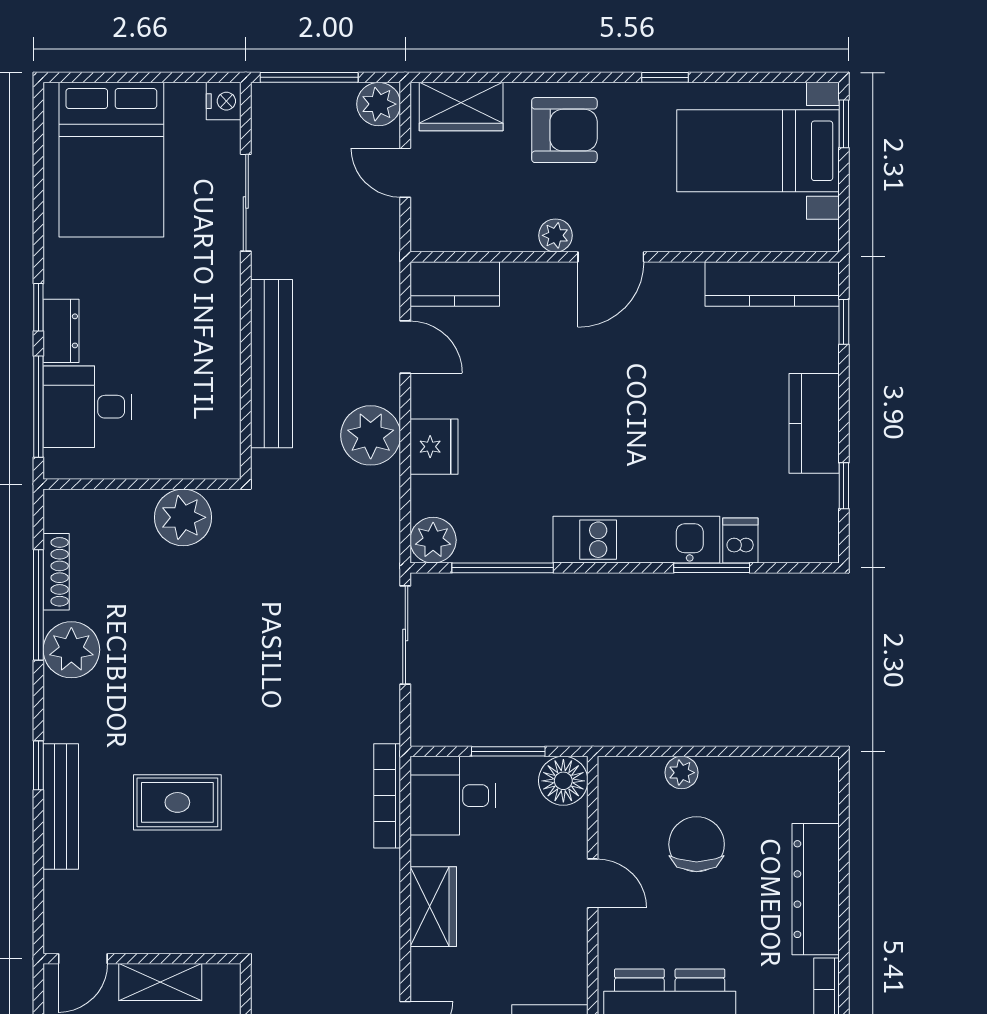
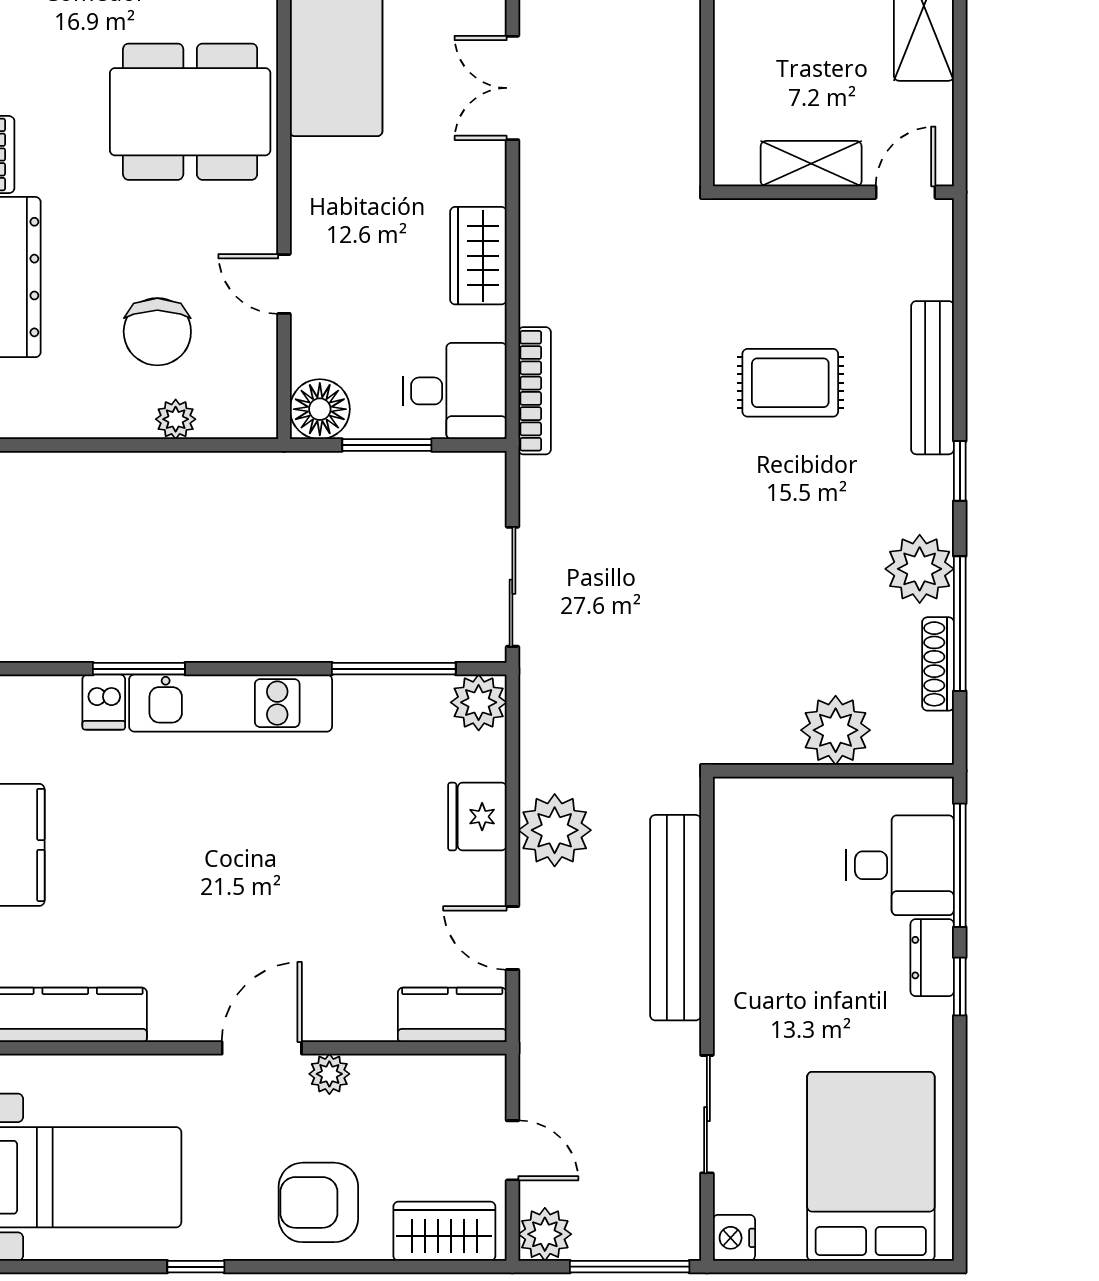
plant: (183, 517) -> (836, 730), moved
window: (38, 765) -> (960, 471), moved

